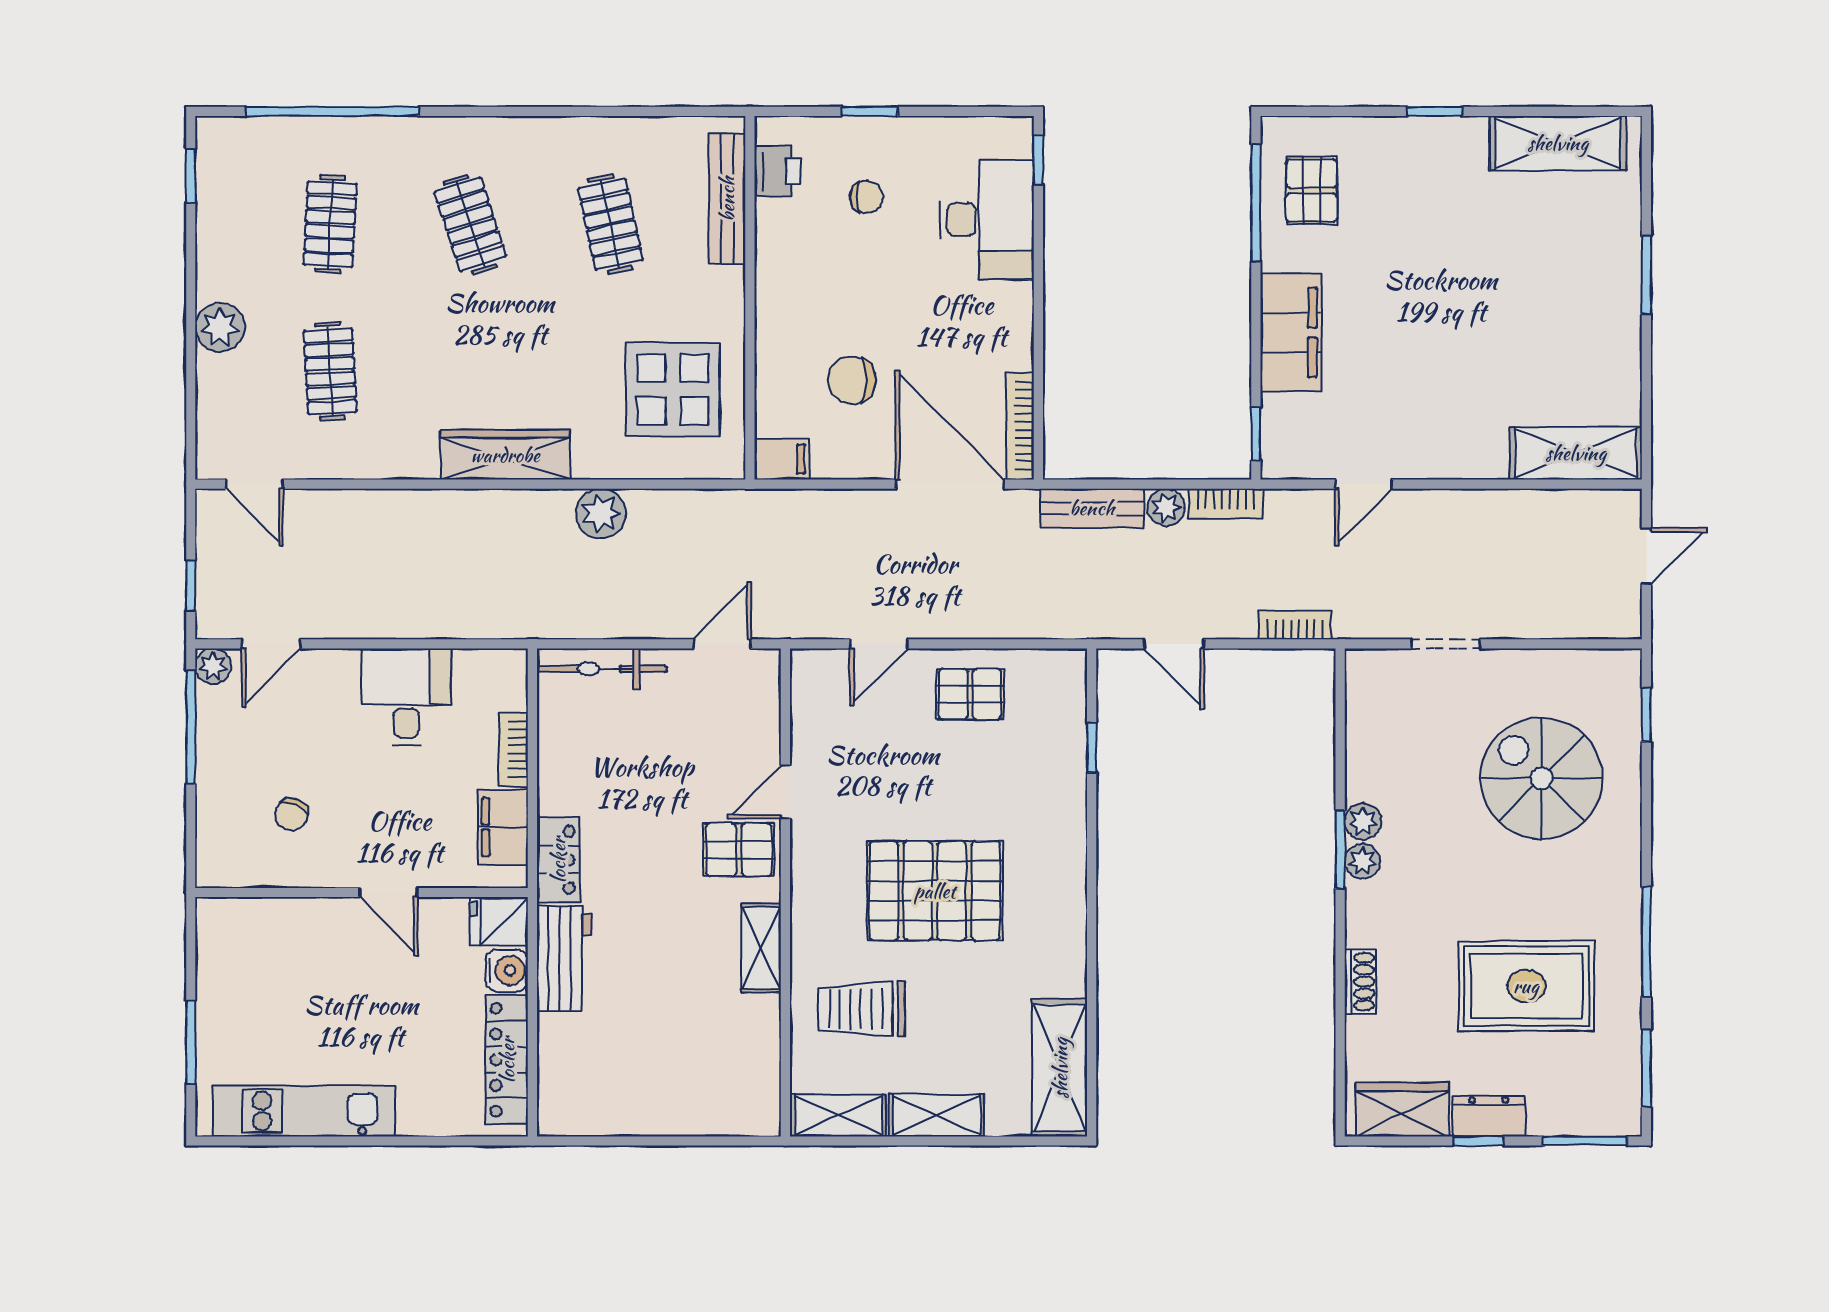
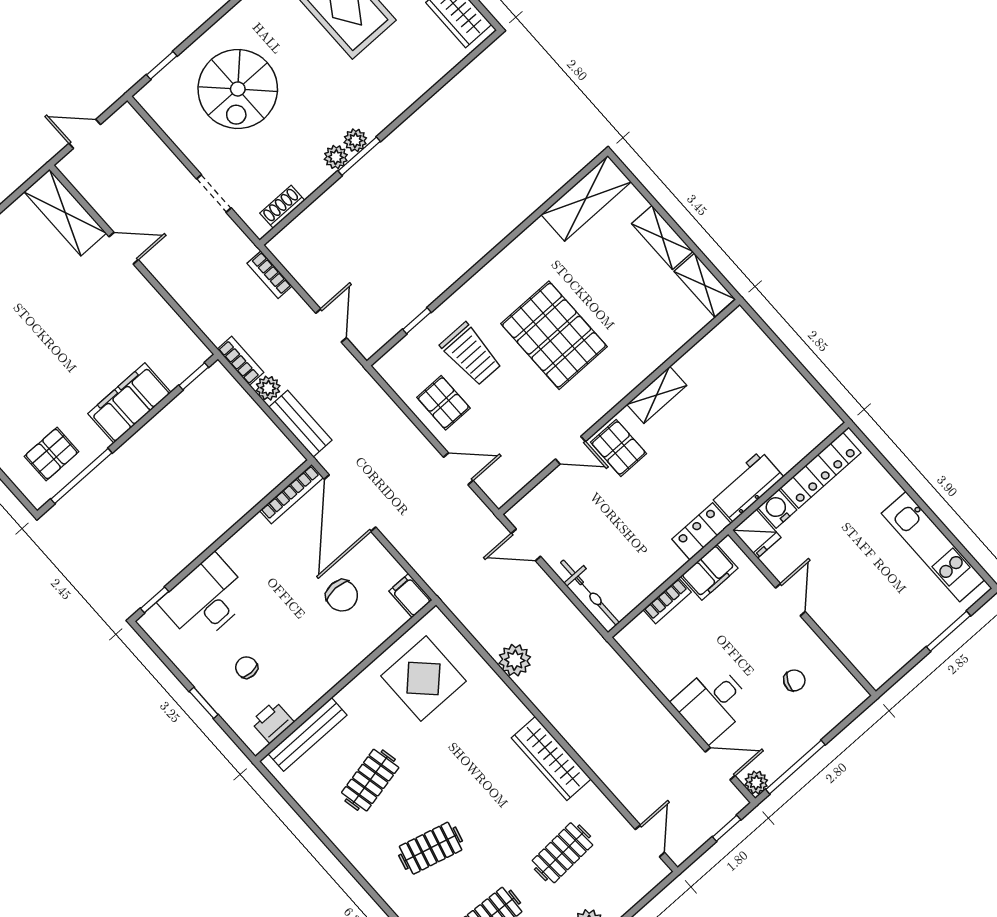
clothes rail: (470, 224) -> (431, 848), turned 33
wardrobe: (505, 455) -> (551, 758), moved
door: (1363, 484) -> (124, 248), moved
desk: (406, 697) -> (712, 703), moved
shoe rack: (1360, 982) -> (282, 207), moved
trolley: (862, 1009) -> (471, 354), moved

